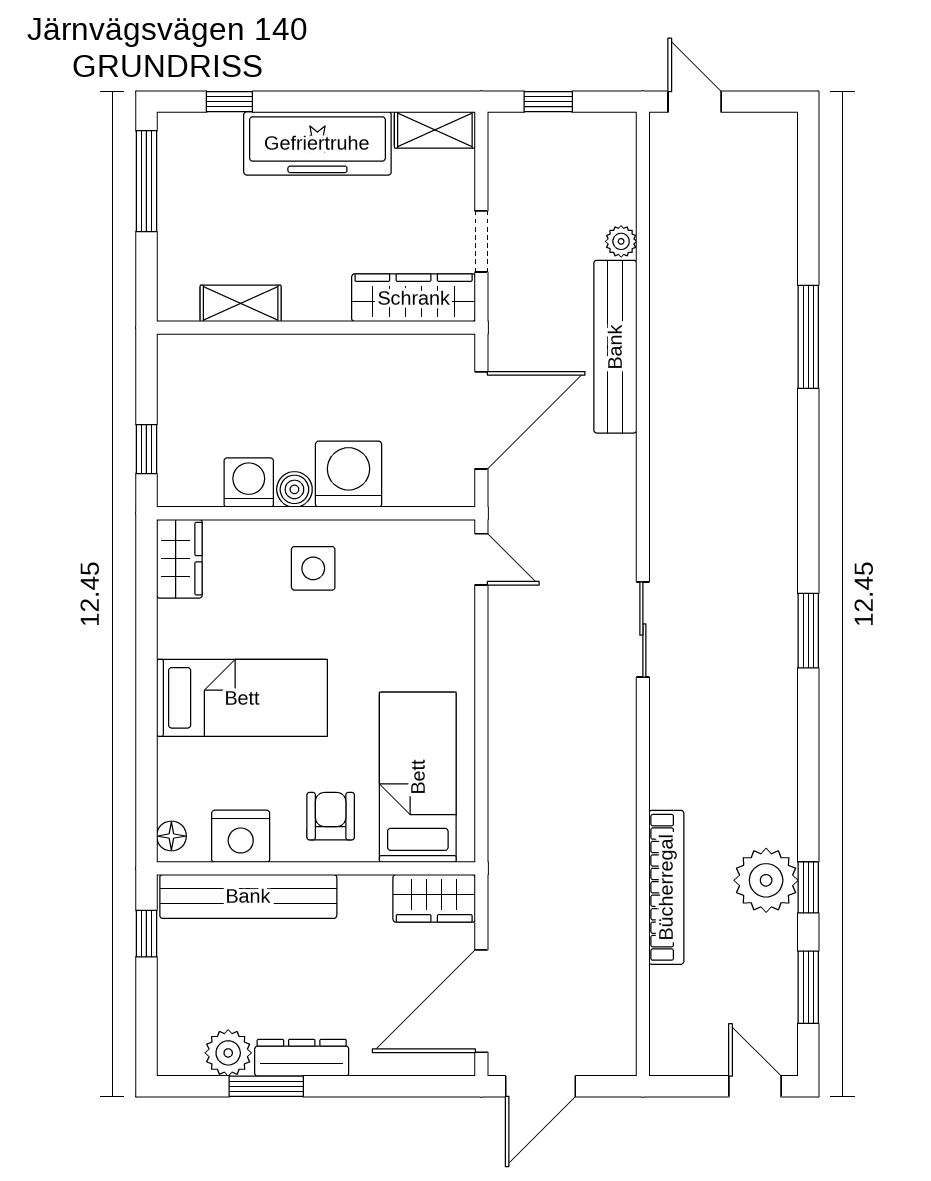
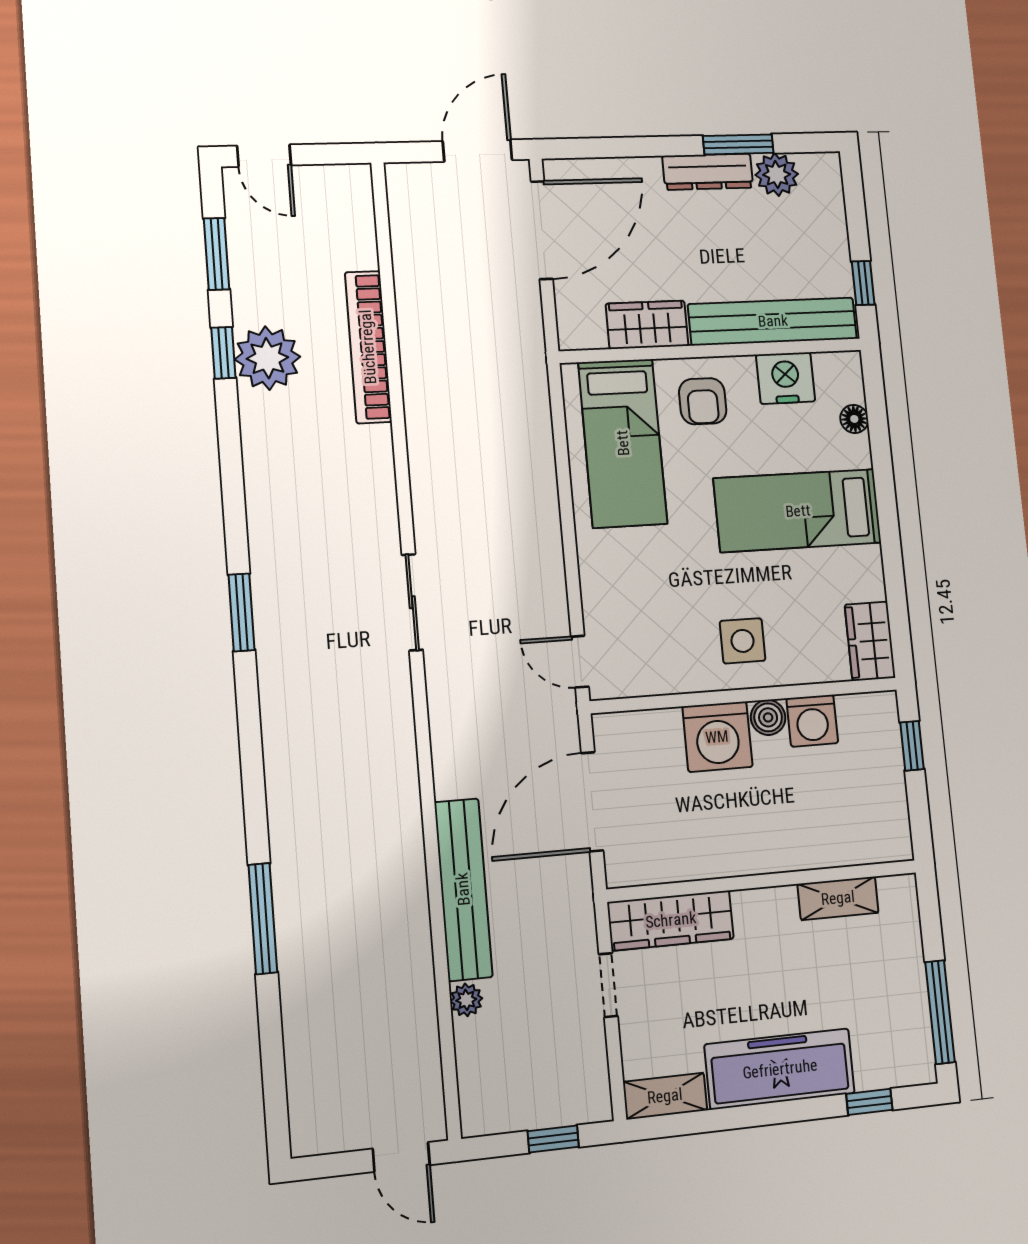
floor lamp: (171, 836) -> (854, 419), moved
wardrobe: (434, 898) -> (647, 325), moved

